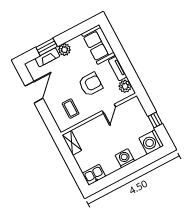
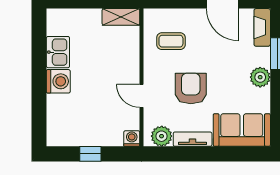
fireplace: (47, 57) -> (262, 27), moved
armchair: (91, 84) -> (191, 88), turned 180
washing machine: (151, 142) -> (132, 139), moved, width x0.53, depth x0.53
kitchen sink: (94, 175) -> (58, 52), moved

